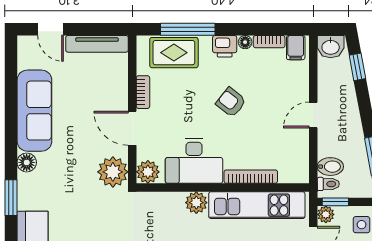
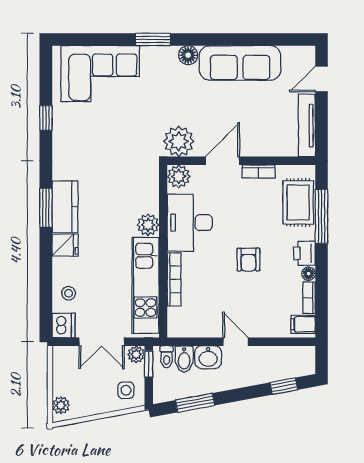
washbasin: (331, 47) -> (208, 357), moved, turned -90
armchair: (231, 102) -> (248, 260), turned 142

